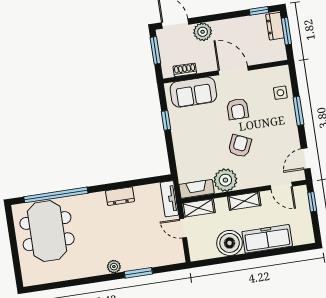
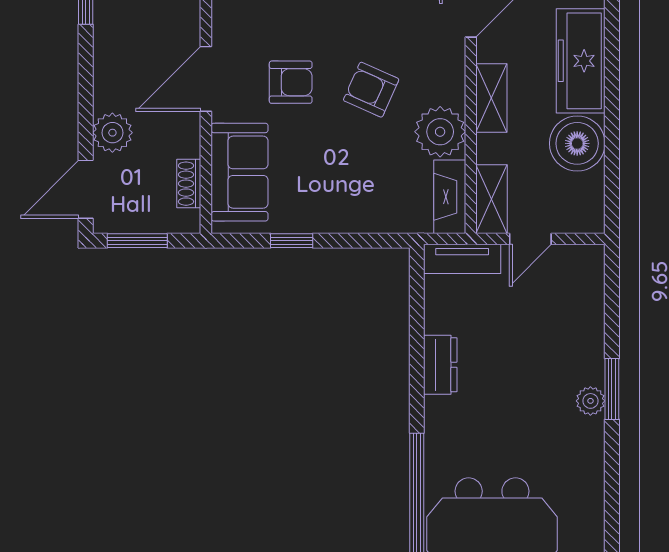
window: (138, 273) -> (612, 389), moved

